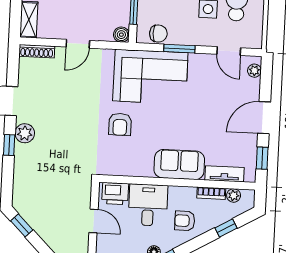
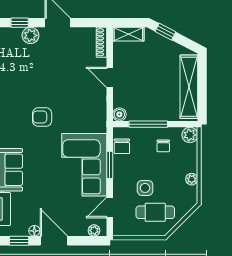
corner sofa: (150, 77) -> (84, 165), moved
floor lamp: (251, 140) -> (34, 231), added

